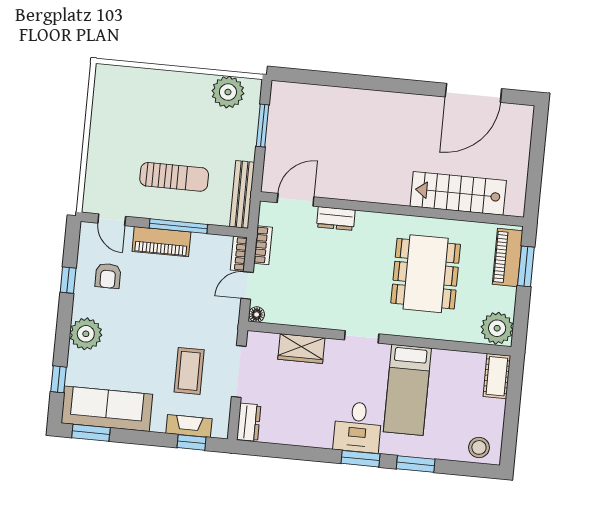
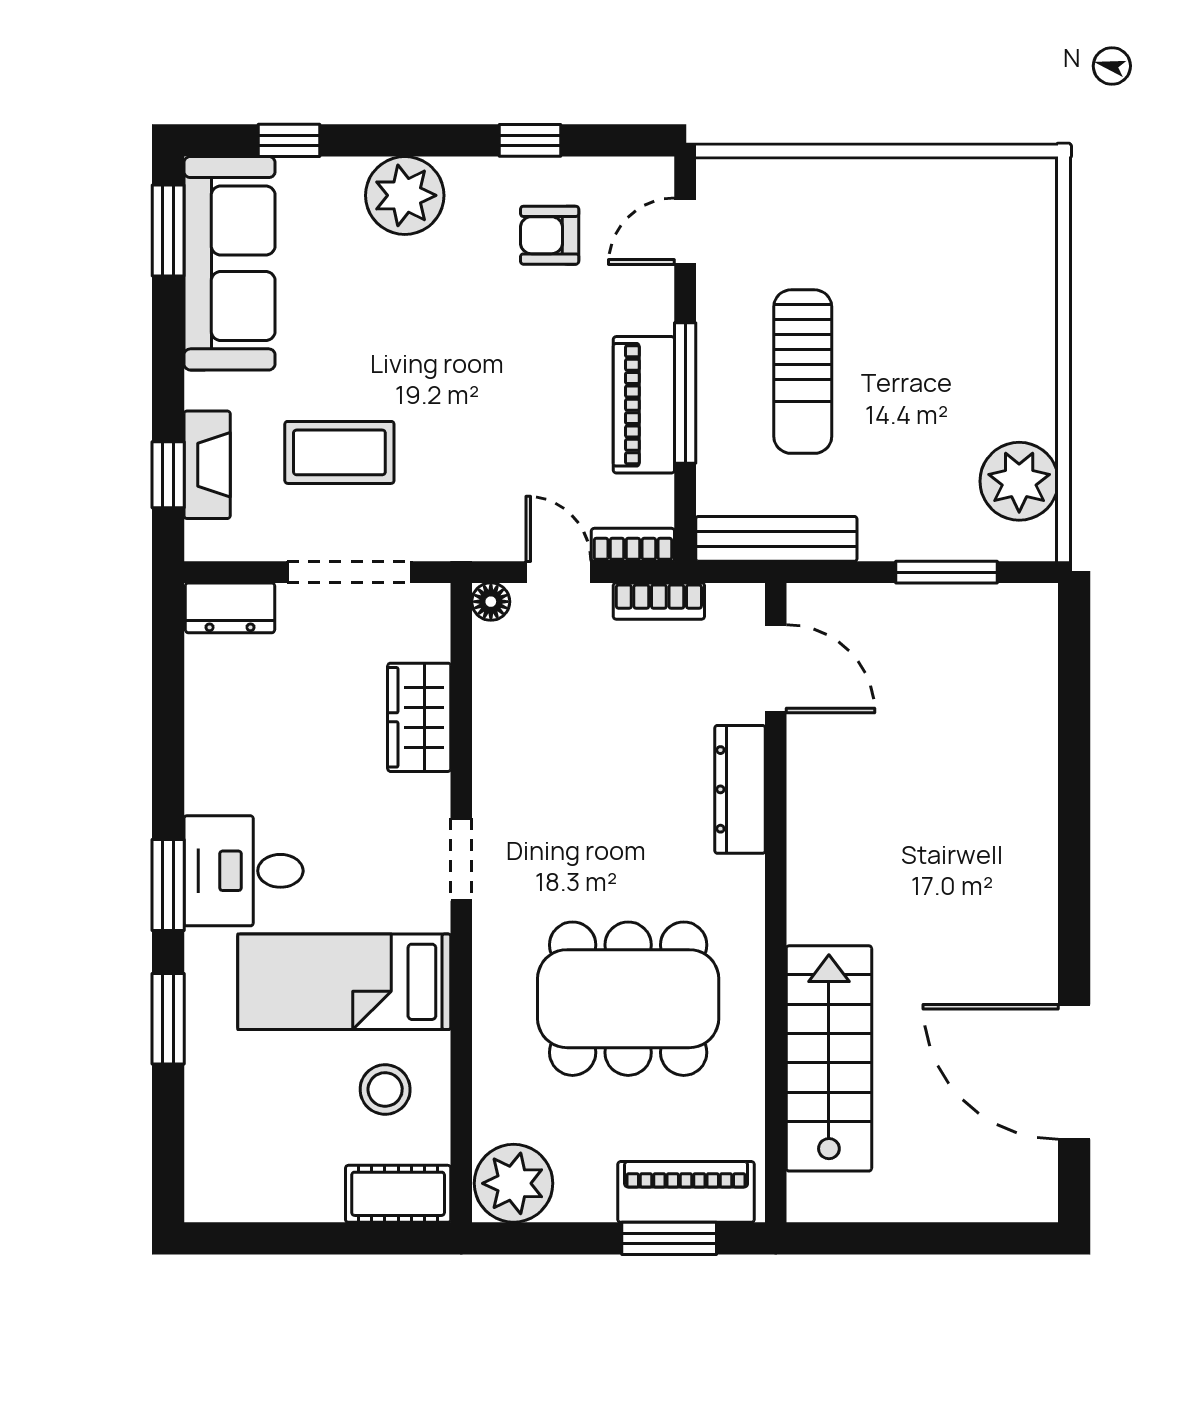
dresser: (336, 219) -> (740, 789), width x1.44
piano: (161, 242) -> (644, 405), moved
stool: (479, 447) -> (385, 1089), moved

